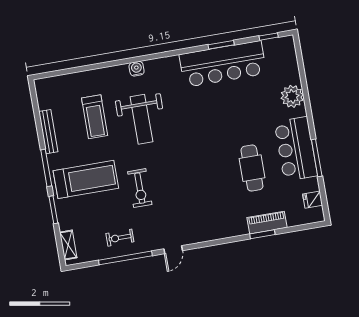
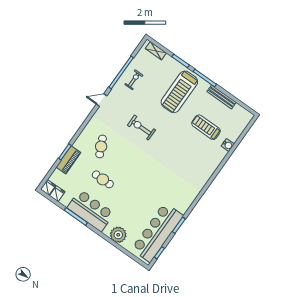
bar counter: (223, 64) -> (157, 232), moved
water cooler: (137, 69) -> (228, 145), moved
weight bench: (141, 119) -> (182, 149), removed
cafe table: (252, 168) -> (103, 179), width x0.73, depth x0.74
exercise bike: (140, 188) -> (141, 128), moved
cafe table: (220, 203) -> (101, 146), added
fridge: (315, 215) -> (48, 187), added
door: (173, 250) -> (102, 100), hinge flipped

